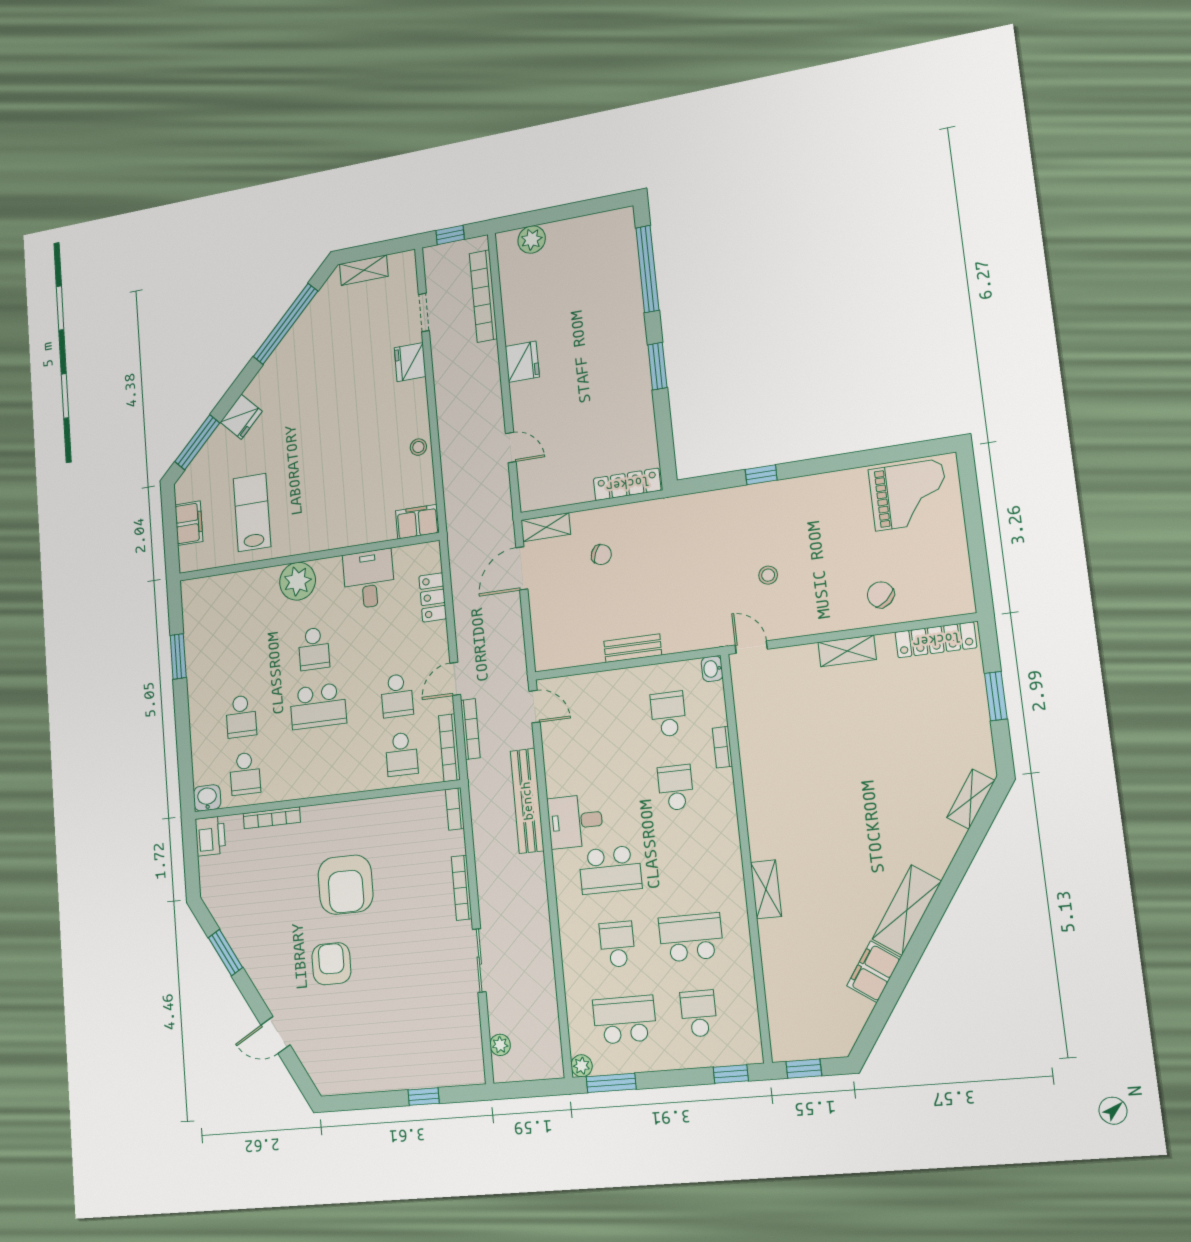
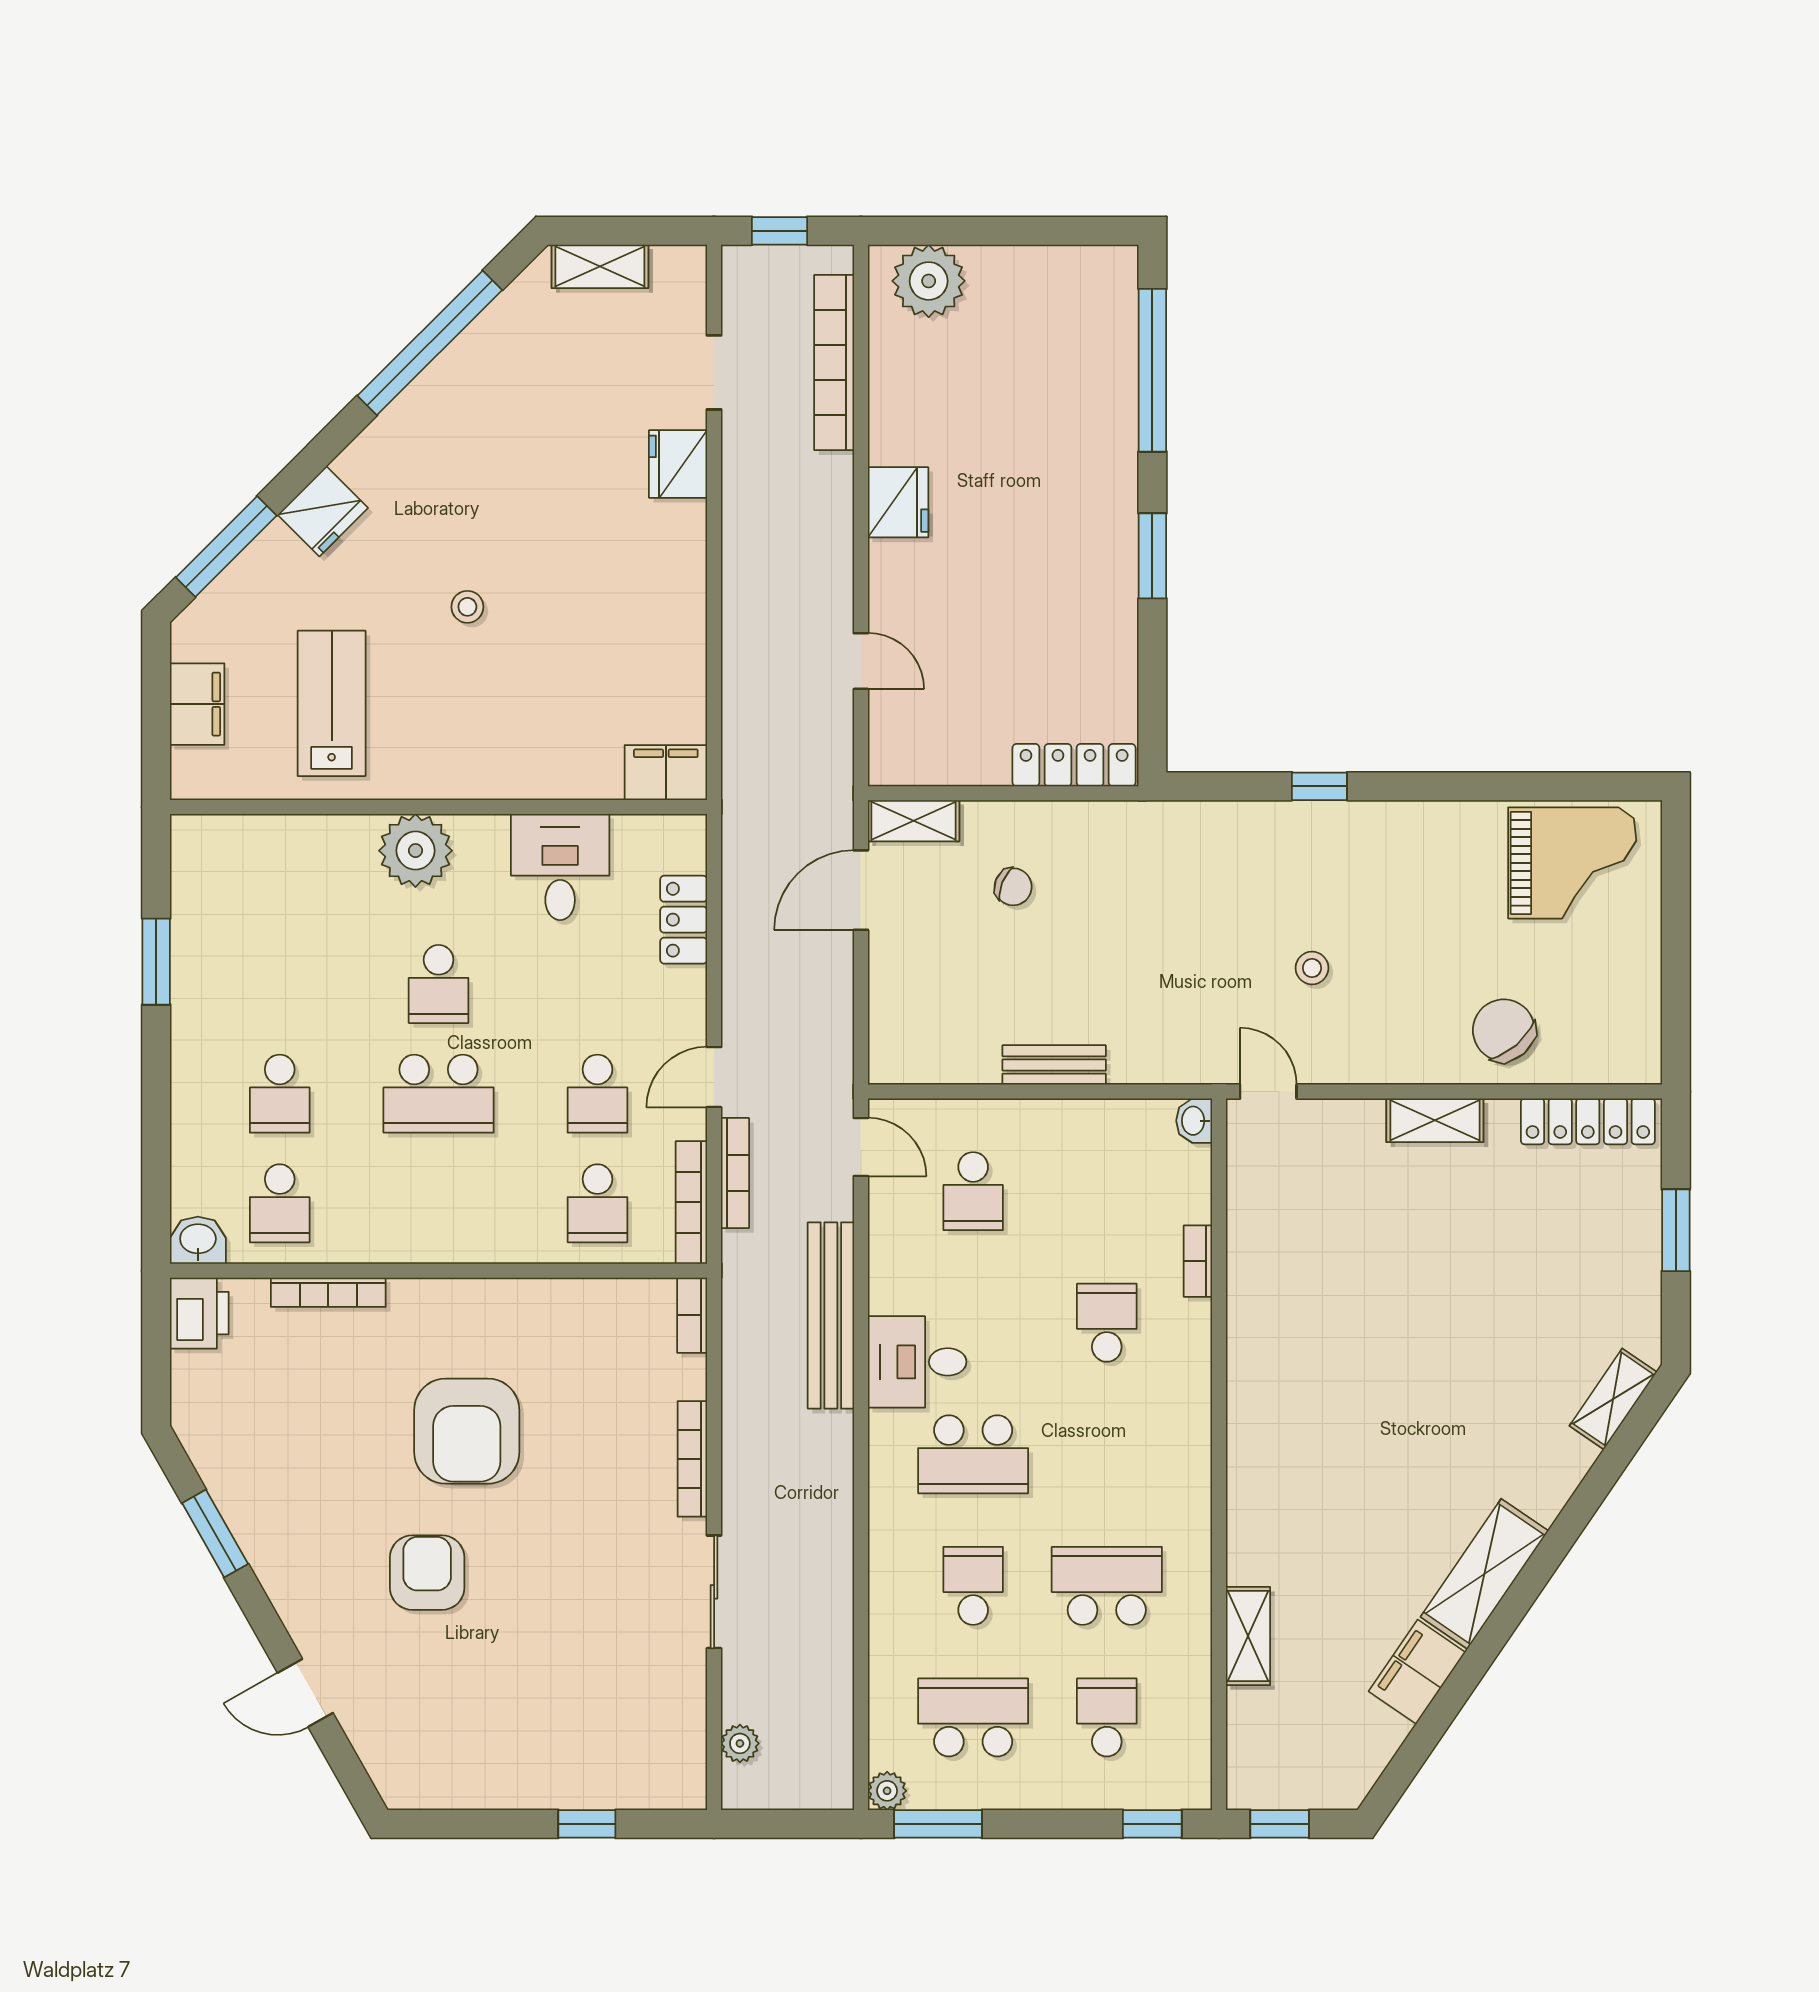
plant: (532, 240) -> (929, 281), width x1.36, depth x1.36
stool: (418, 447) -> (467, 607), moved
chair: (881, 595) -> (1504, 1030), width x1.37, depth x1.37
school desk: (668, 714) -> (973, 1191), moved, turned 180
shelving: (766, 889) -> (1248, 1636), moved

